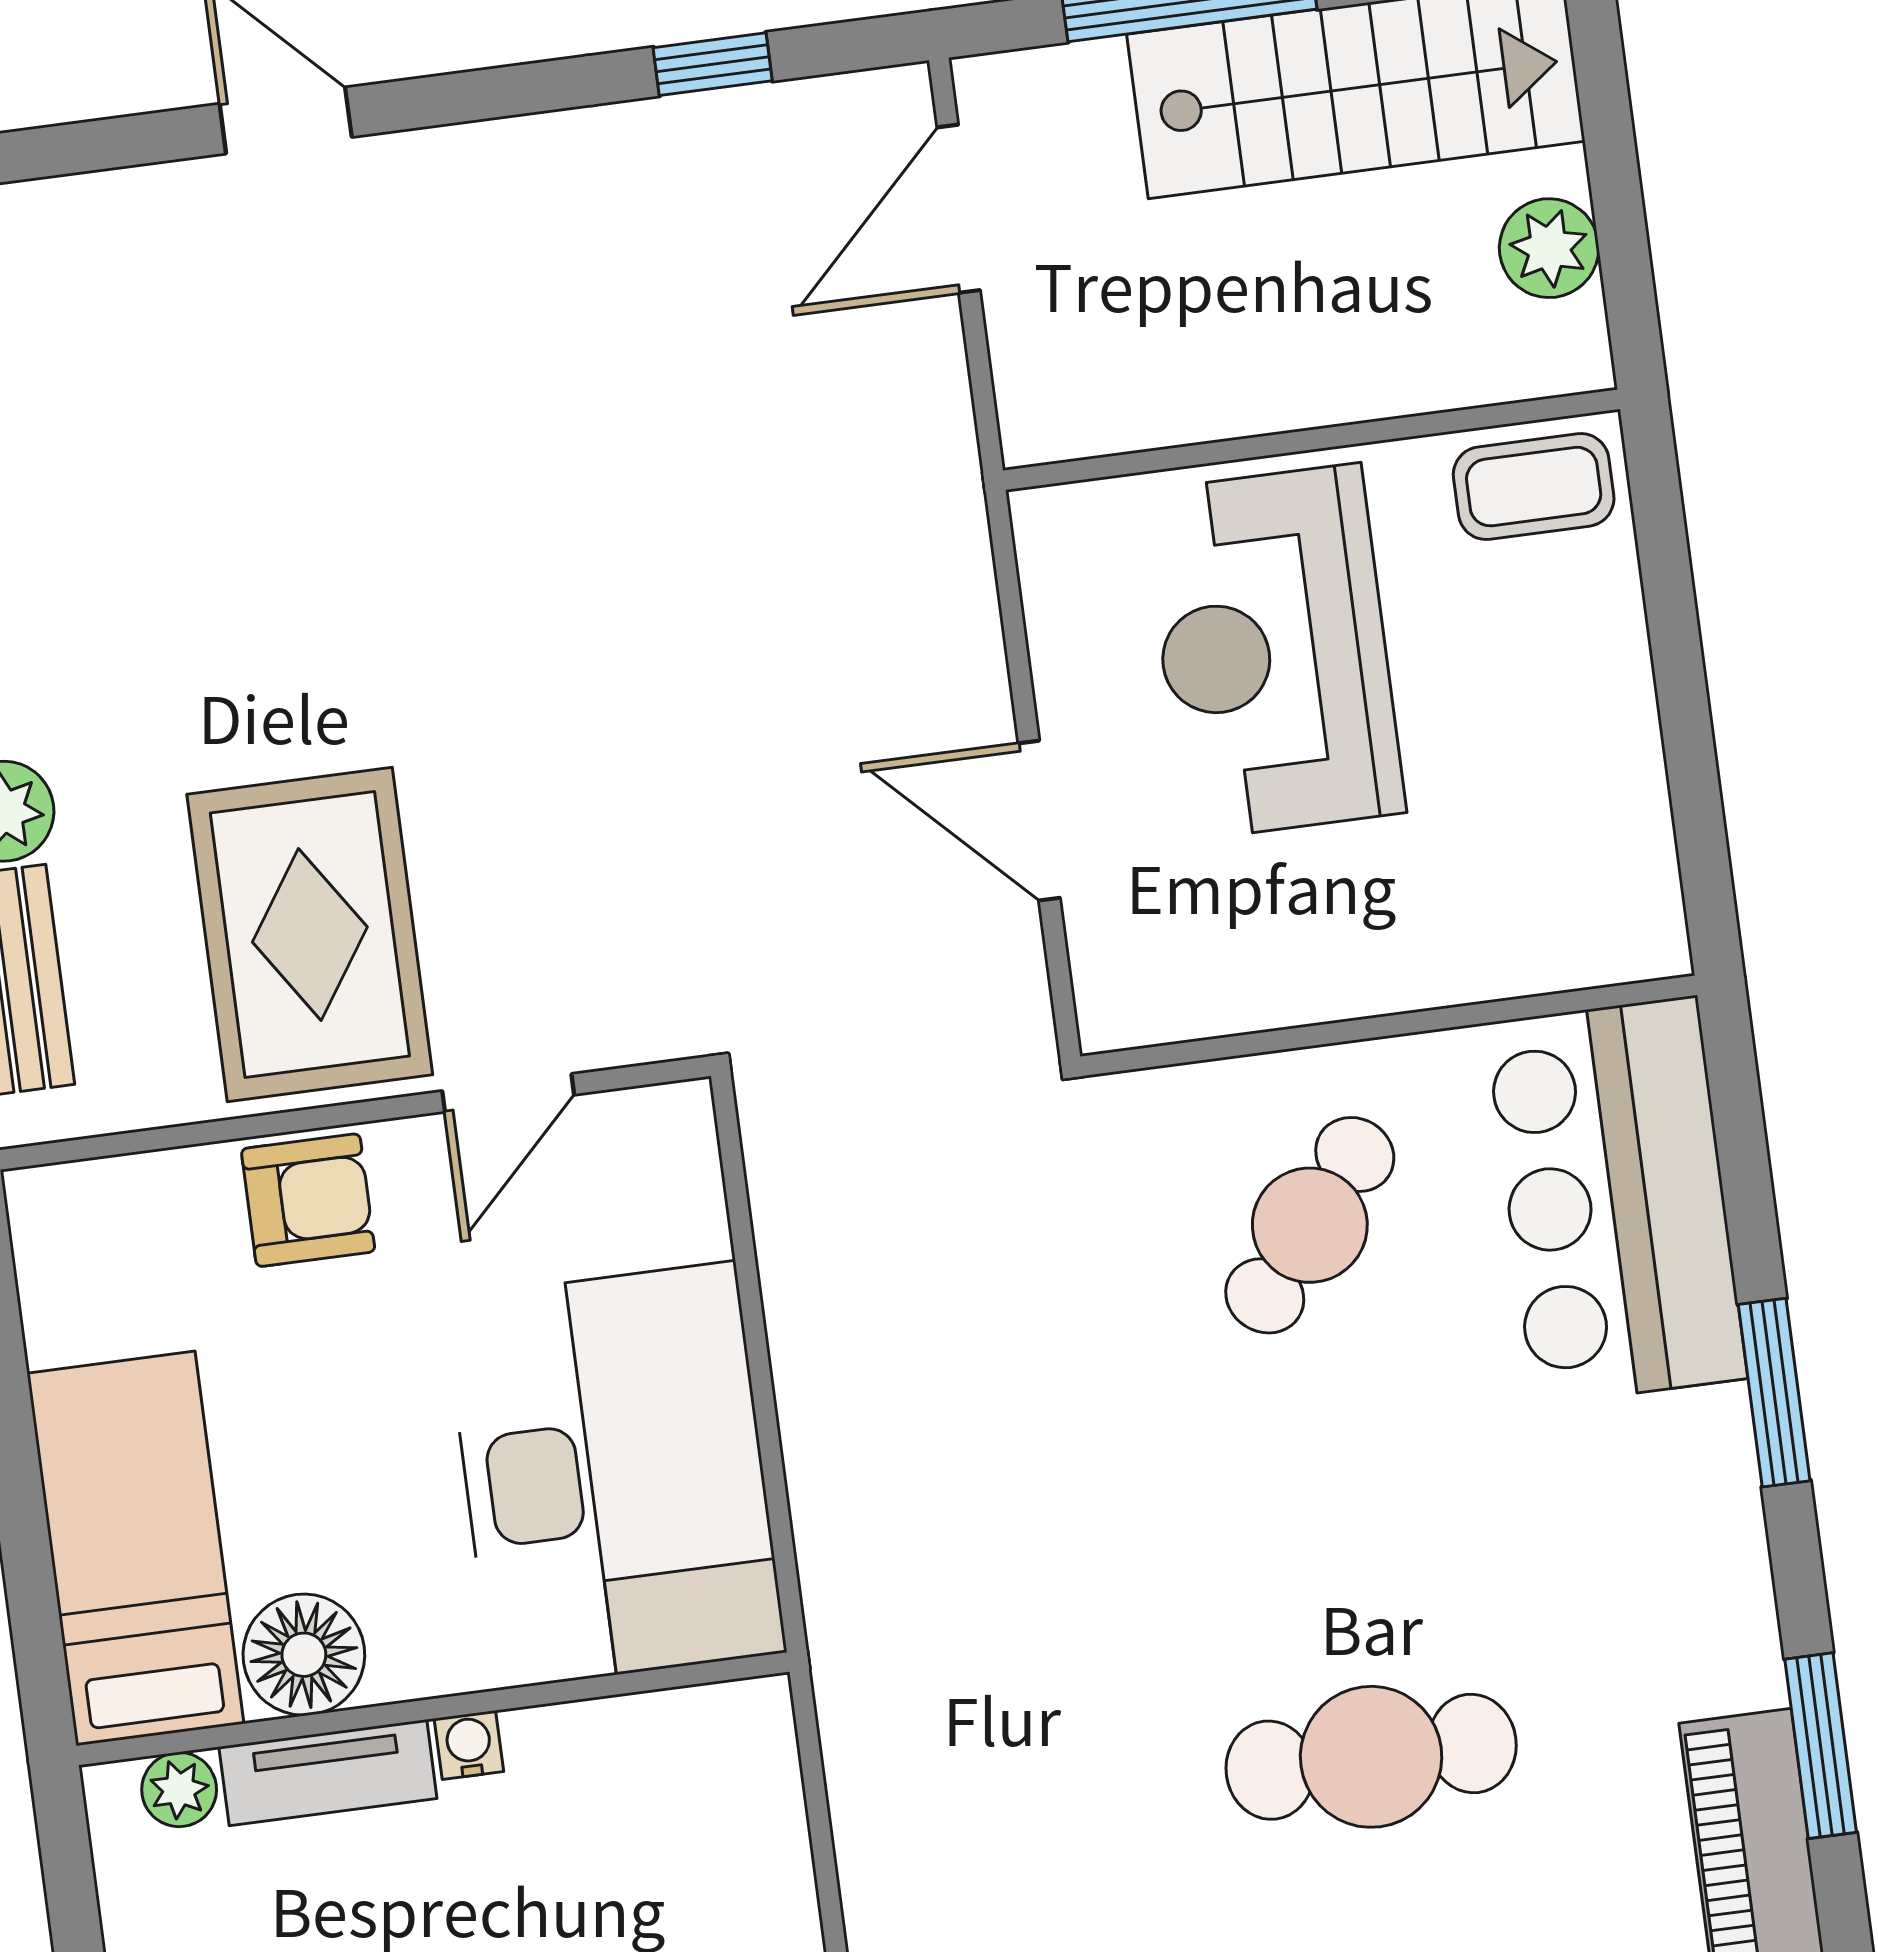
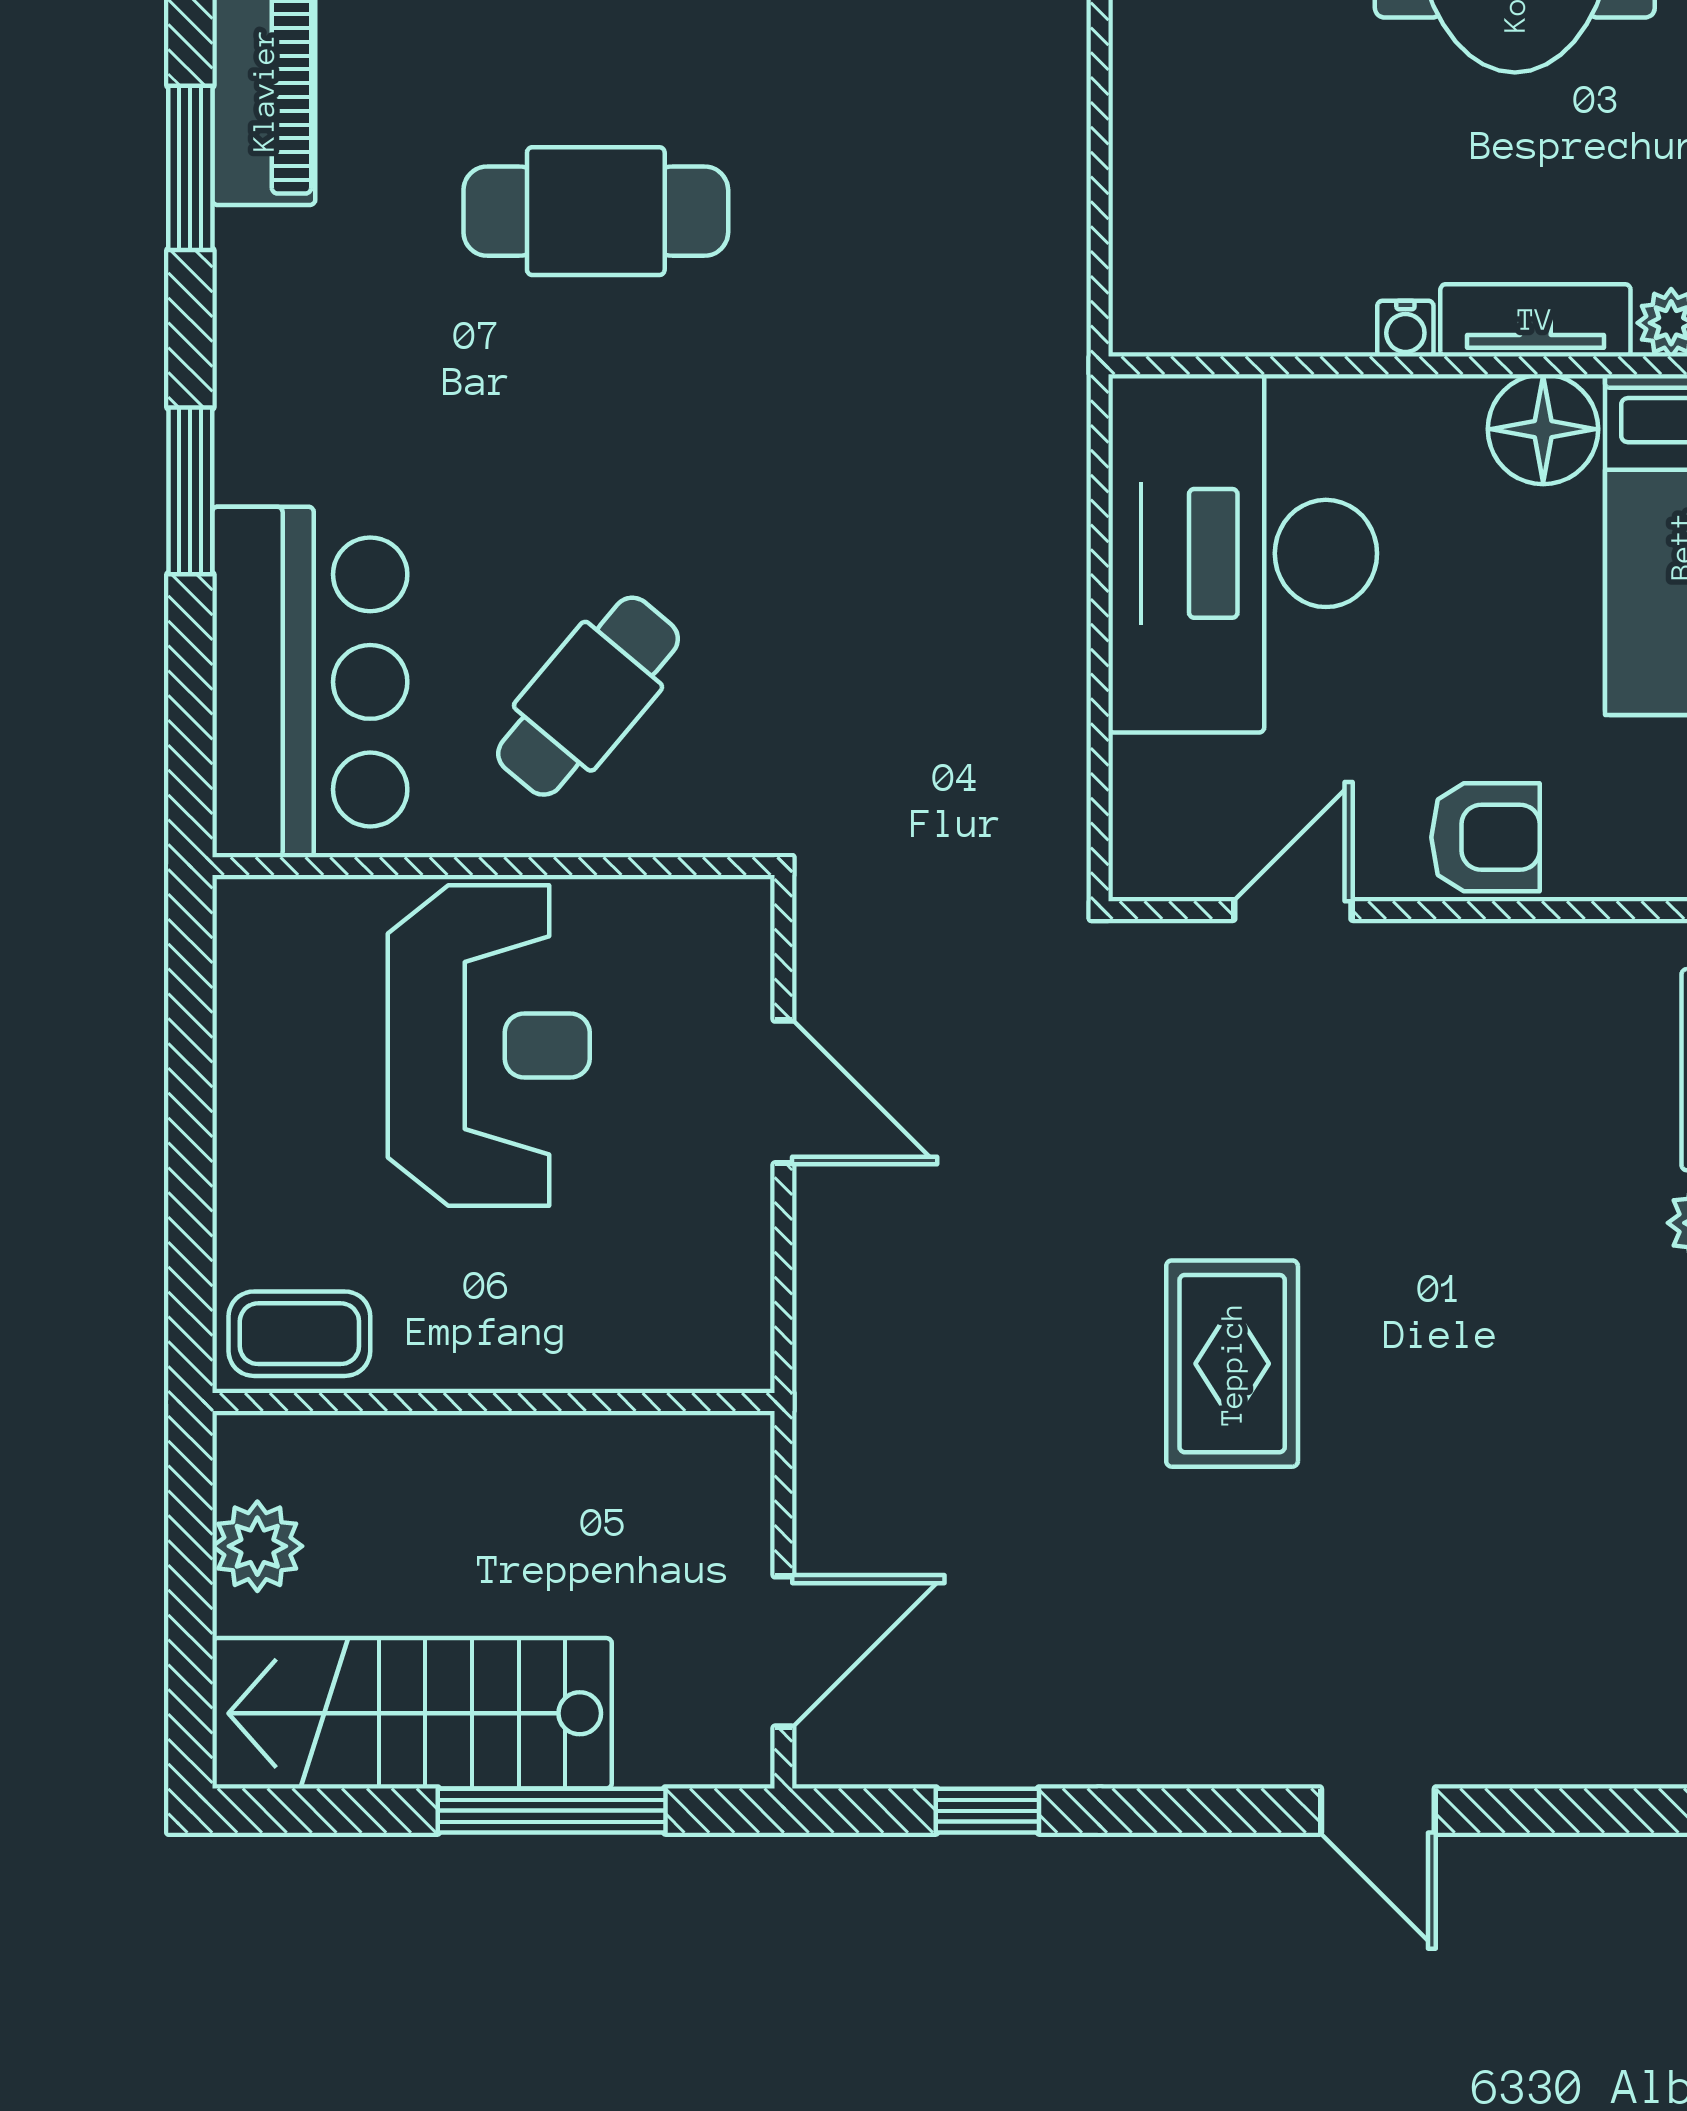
reception desk: (1274, 652) -> (489, 1045), moved
rug: (310, 935) -> (1232, 1364), moved, width x0.73, depth x0.70
armchair: (308, 1200) -> (1485, 837), turned 180

